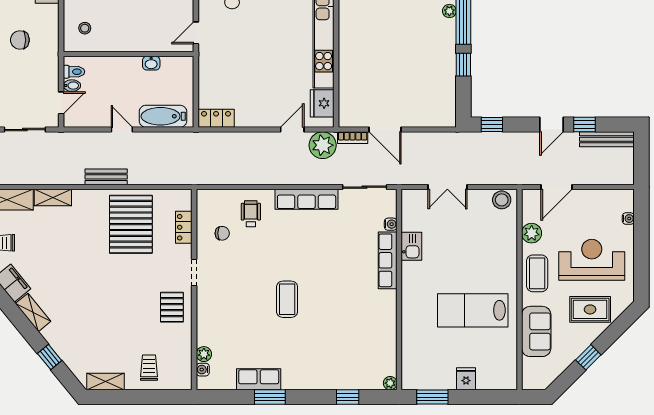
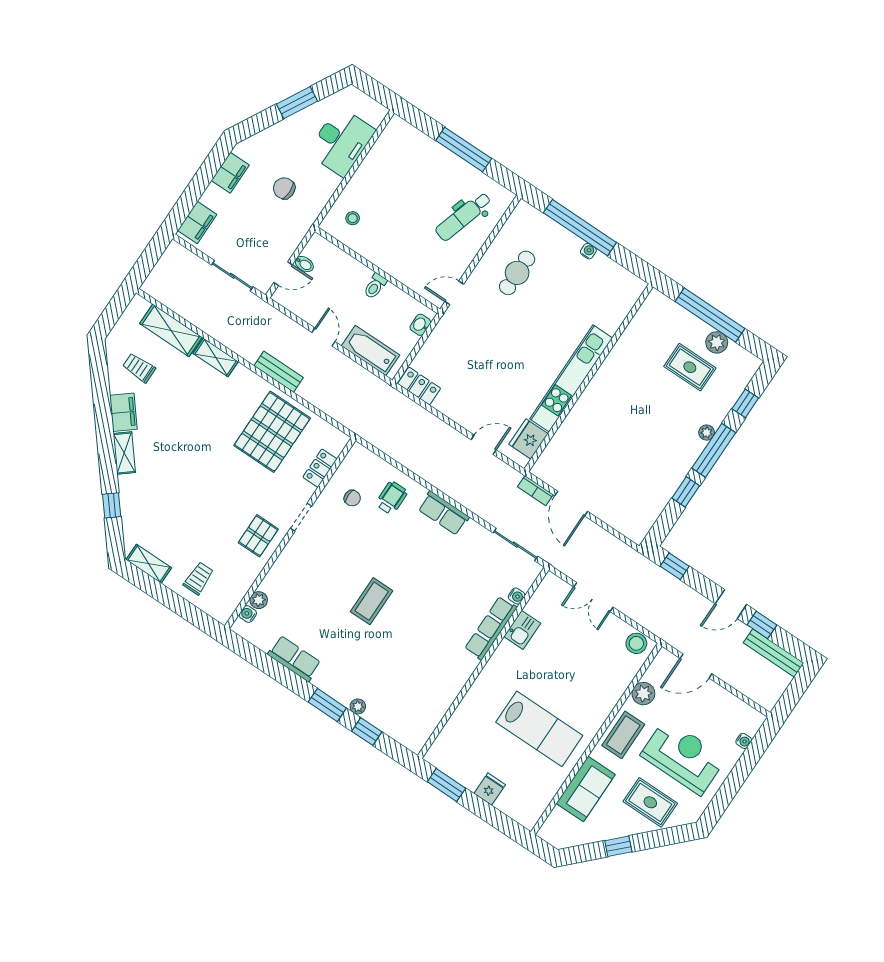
washbasin: (151, 63) -> (420, 325), moved, turned 90
toilet: (74, 72) -> (375, 286), moved, turned 90
plant: (323, 145) -> (502, 479), removed
row of seats: (307, 199) -> (444, 513), width x0.68
lab bench: (473, 310) -> (539, 729), turned 180
plant: (390, 383) -> (358, 706), moved
window: (270, 397) -> (327, 705), moved

